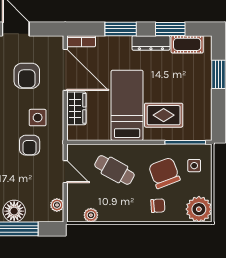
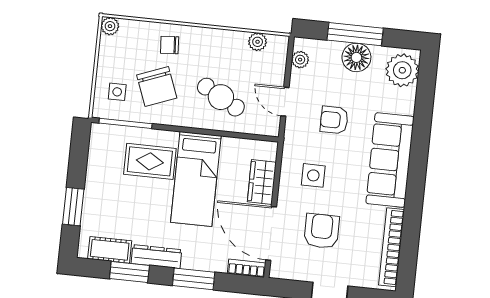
armchair: (30, 145) -> (334, 120), moved, turned -90
plant: (199, 209) -> (110, 26), width x0.53, depth x0.53

